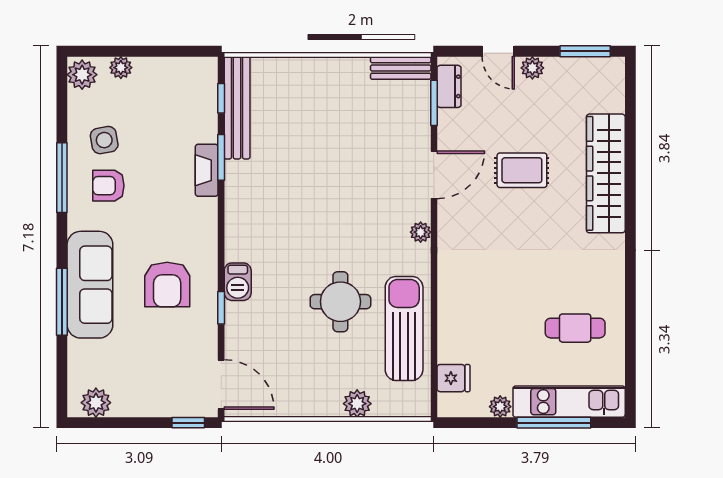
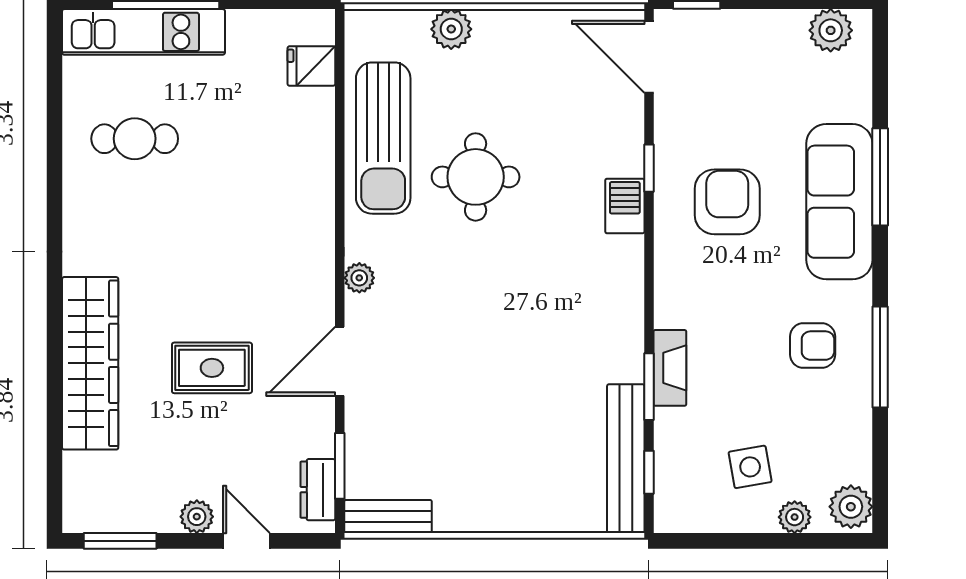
side table: (104, 140) -> (750, 467), moved
plant: (500, 407) -> (244, 25), removed

